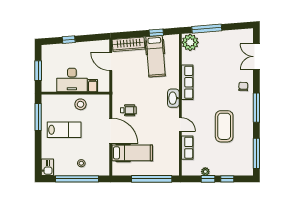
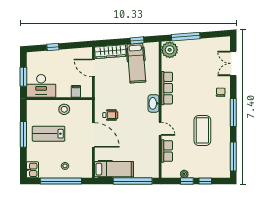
desk: (72, 80) -> (41, 86), moved
window: (38, 117) -> (23, 134), moved
lab bench: (64, 130) -> (49, 134), turned 180
hospital bed: (132, 153) -> (114, 169), moved

